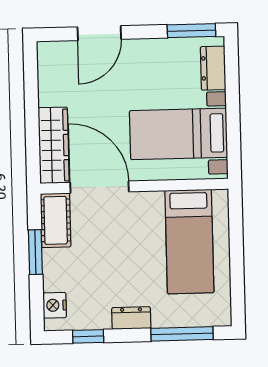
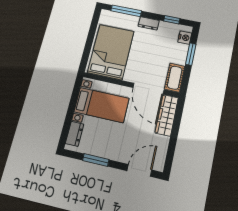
window: (191, 31) -> (96, 160), moved
door: (99, 33) -> (139, 170), moved
bed: (189, 242) -> (111, 52), width x1.50
window: (35, 252) -> (191, 54), moved

